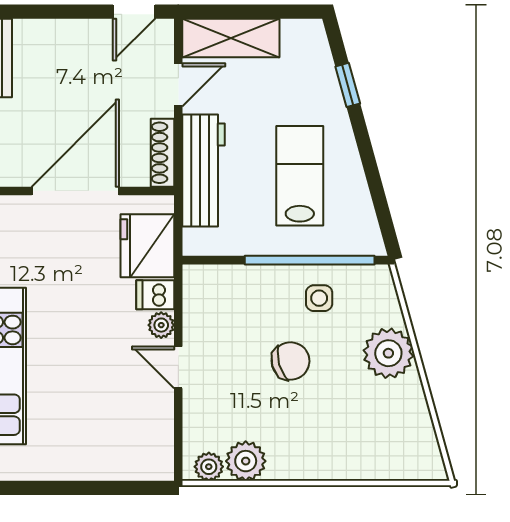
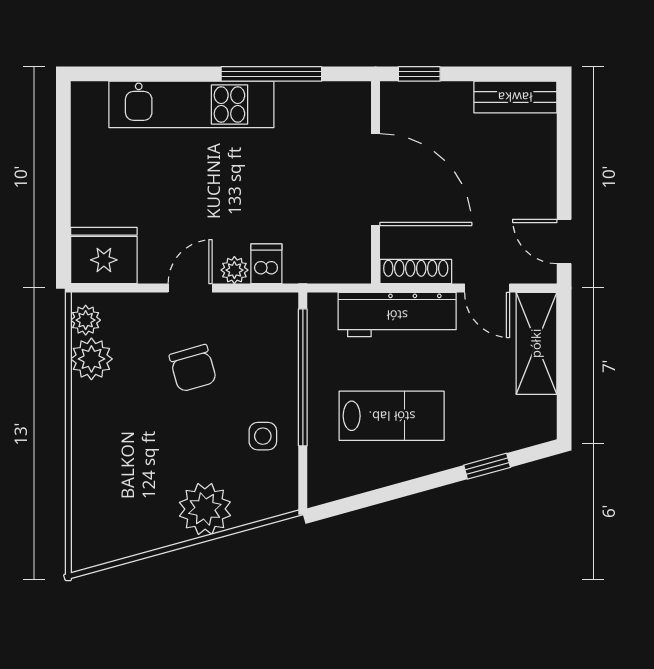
fridge: (147, 246) -> (104, 255), moved
window: (310, 260) -> (303, 377), moved
chair: (291, 361) -> (193, 368), moved

